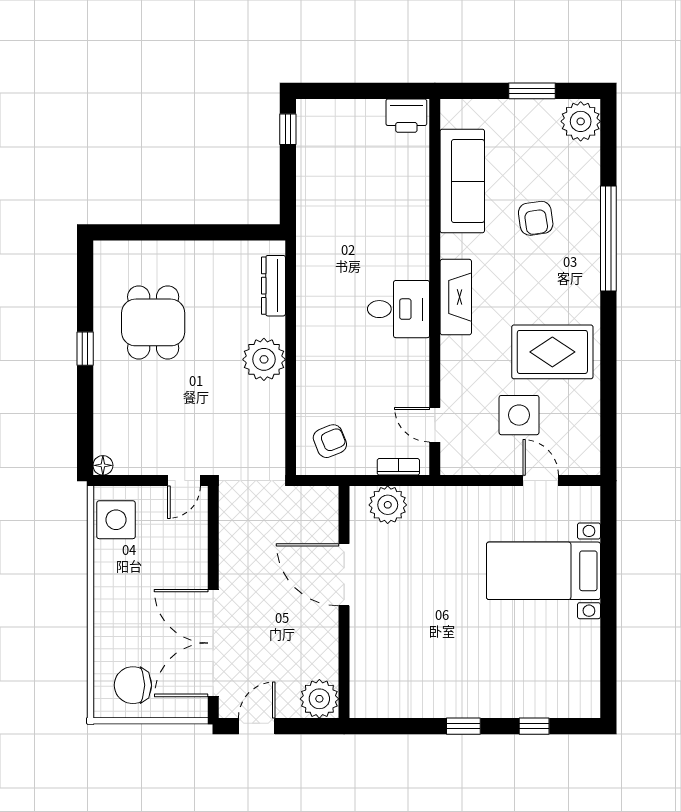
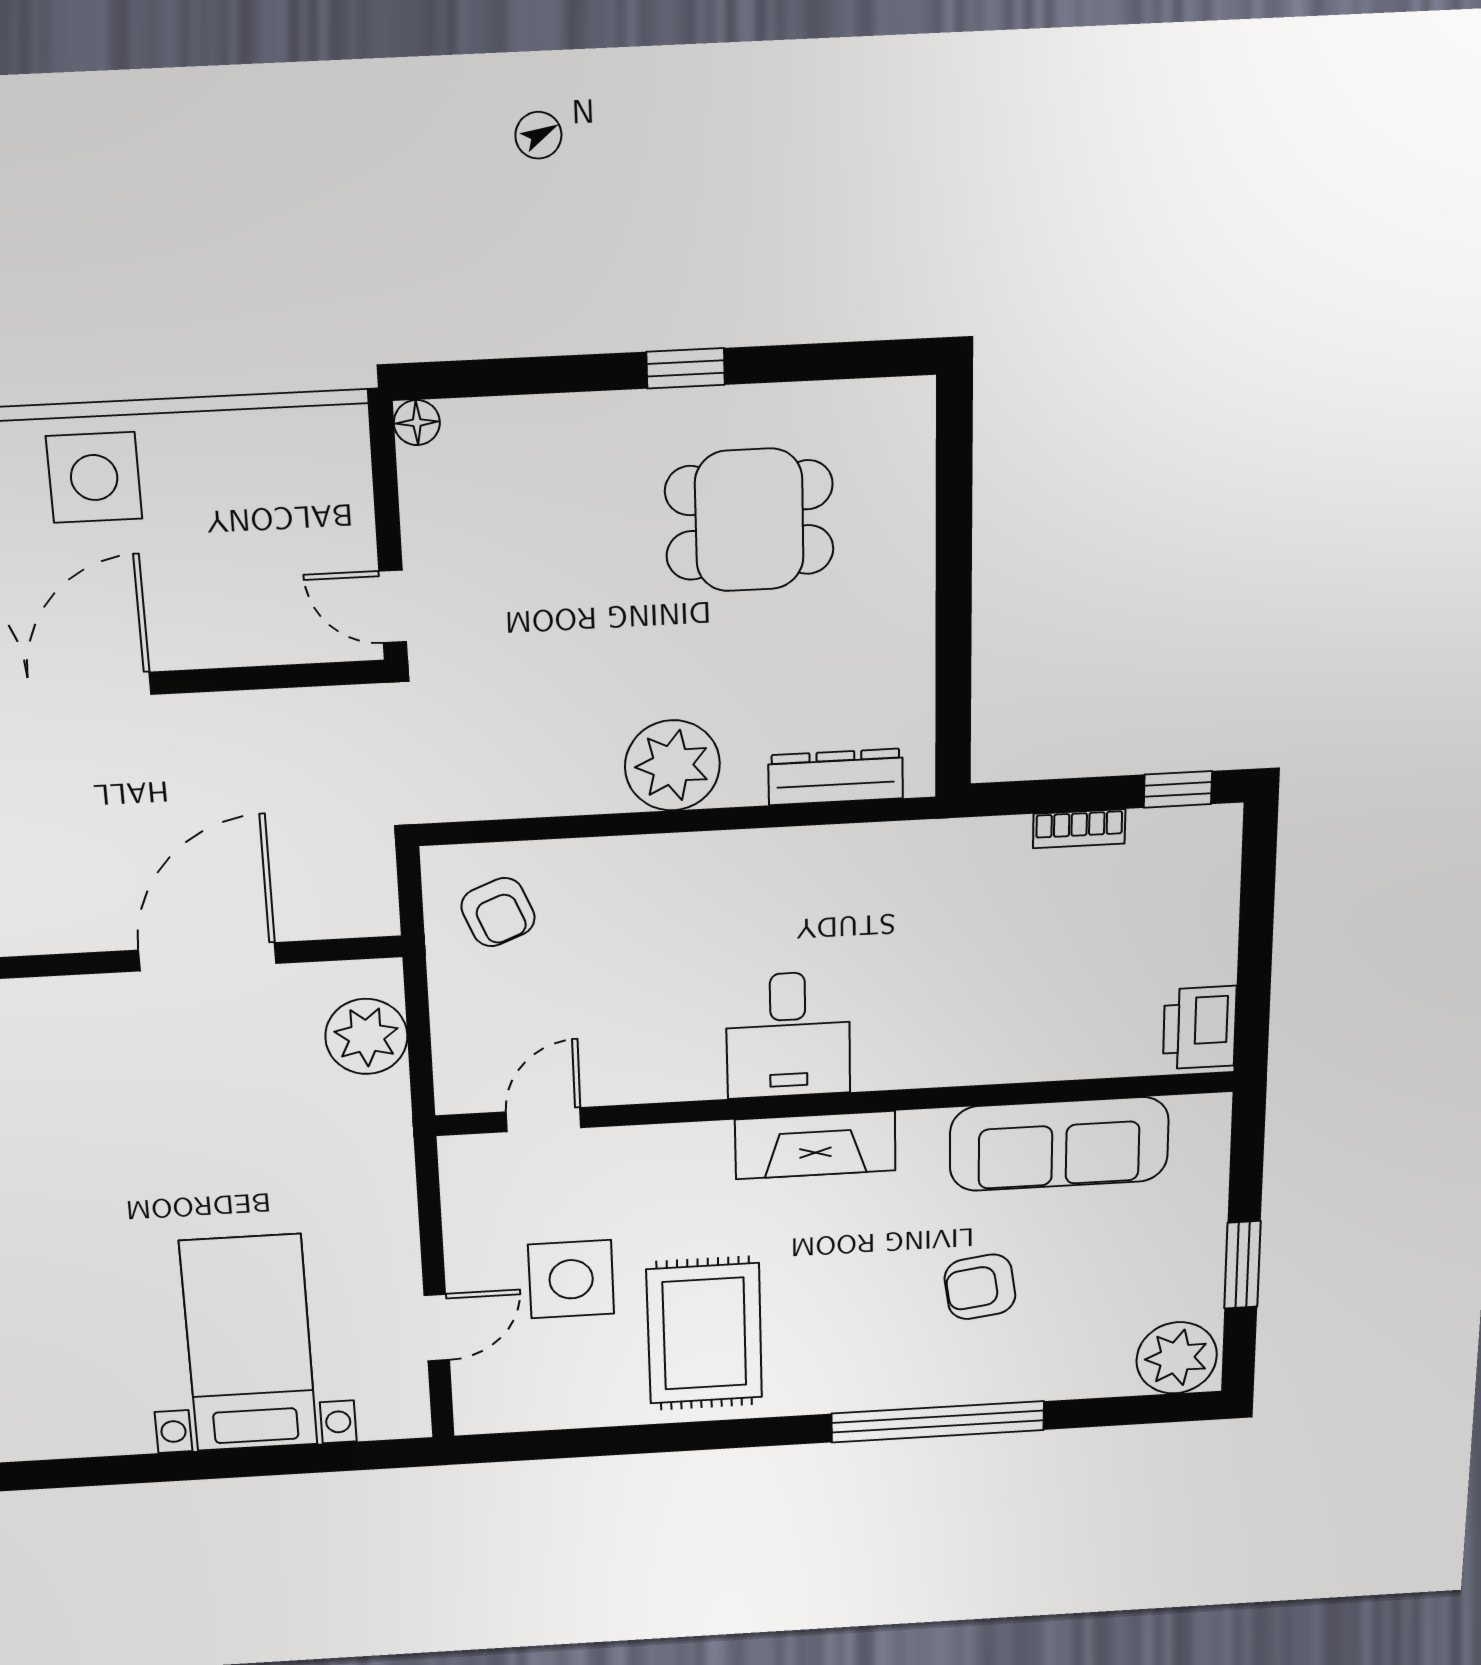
bookcase: (398, 467) -> (1079, 829), moved, turned 90
side table: (116, 520) -> (94, 477), moved

